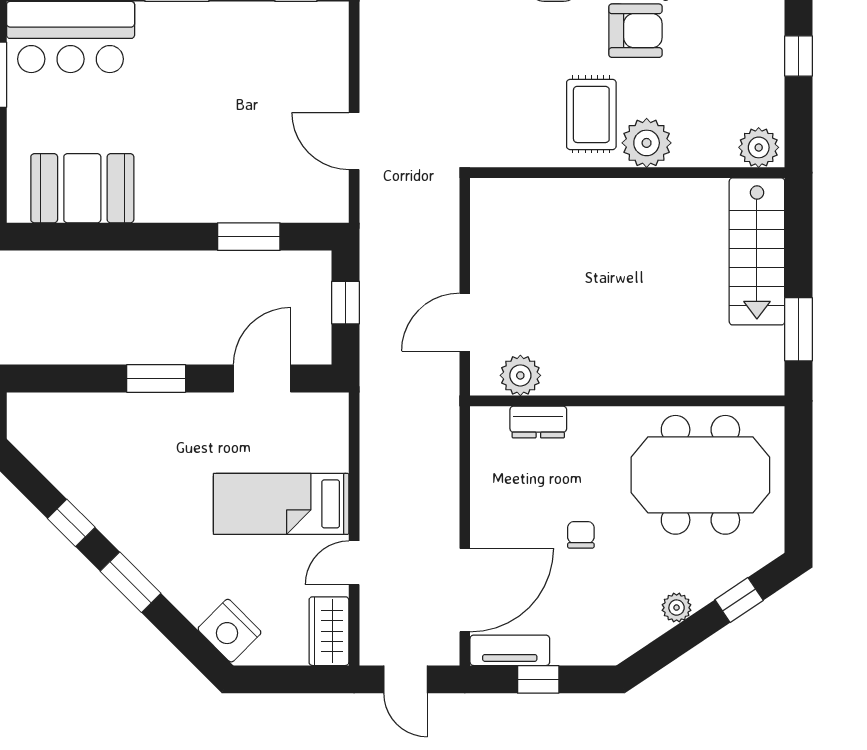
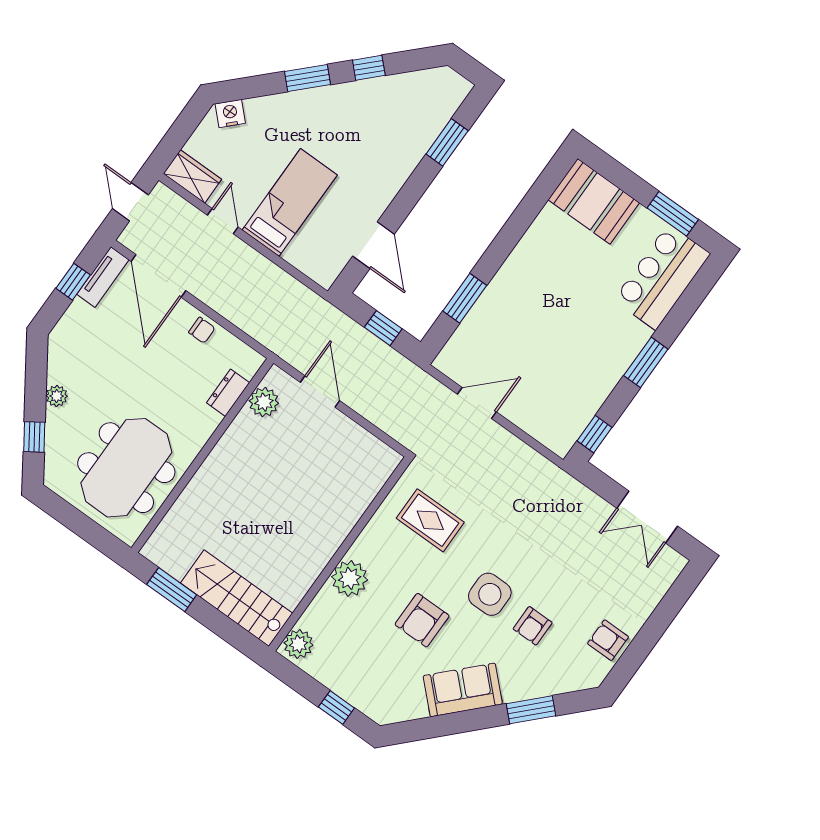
rug: (591, 114) -> (430, 520), moved
booth: (82, 188) -> (594, 201), moved, turned 90
window: (156, 378) -> (447, 142), moved
chair: (581, 535) -> (202, 330), moved
nightstand: (229, 631) -> (230, 114), width x0.74, depth x0.75
door: (406, 679) -> (130, 202), hinge flipped

